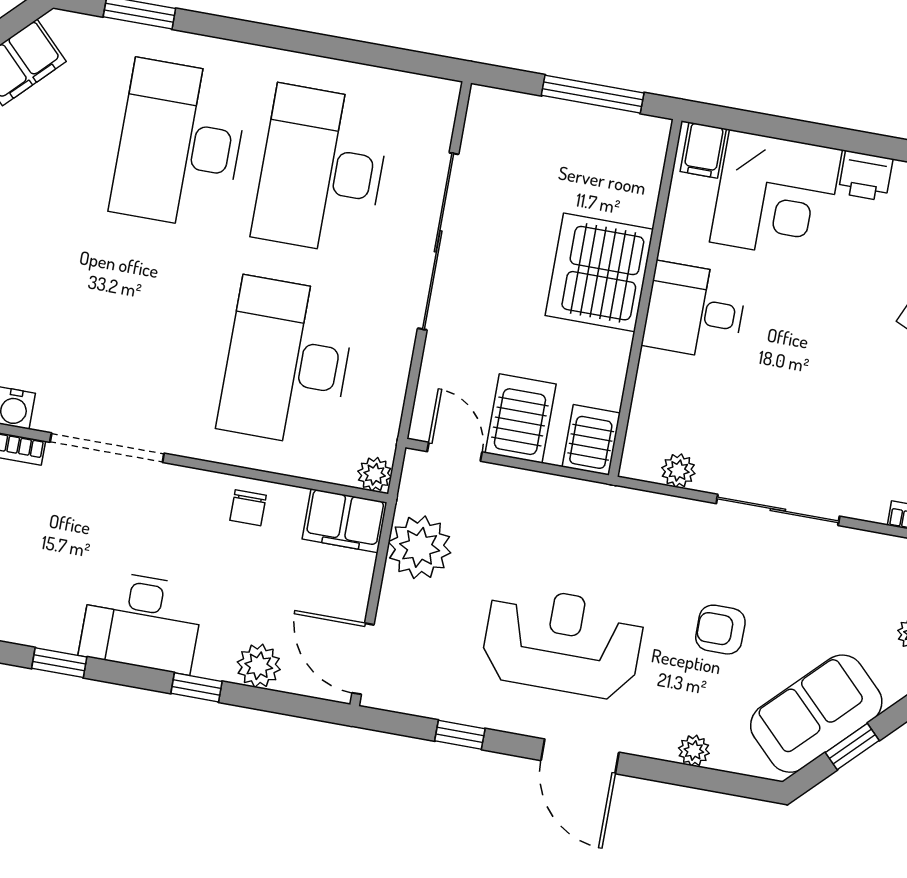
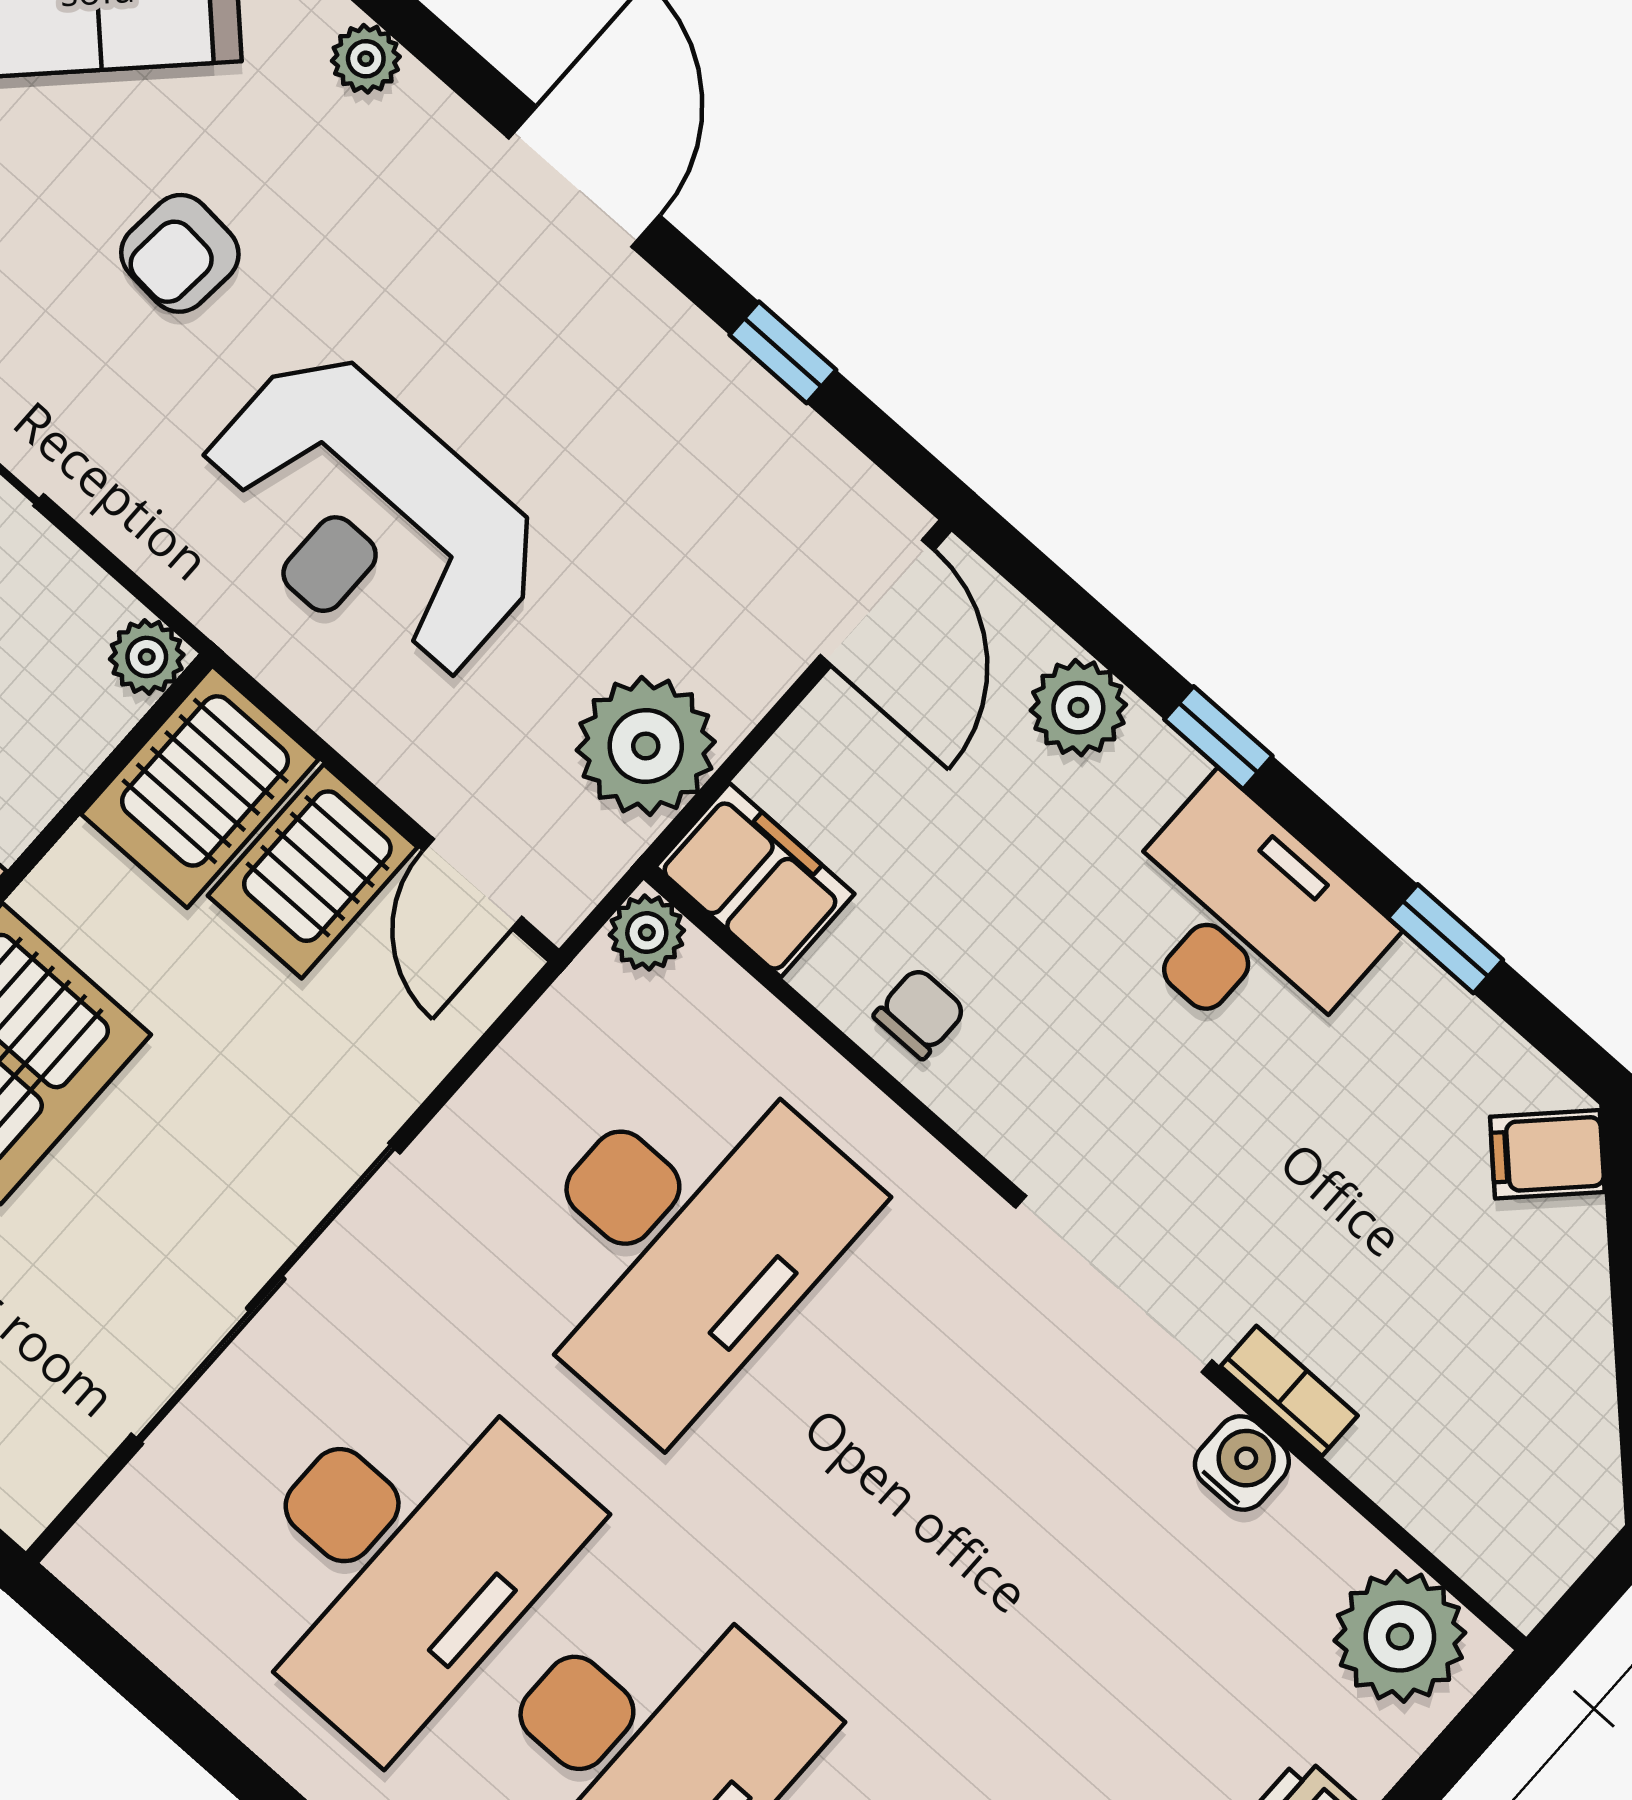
server rack: (591, 440) -> (200, 787), width x1.36, depth x1.44
plant: (678, 471) -> (147, 657), moved
armchair: (720, 630) -> (180, 253), turned 95
reception desk: (562, 642) -> (370, 518), moved

